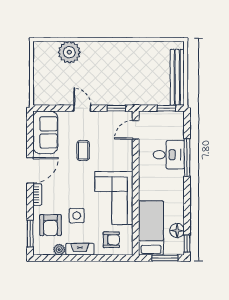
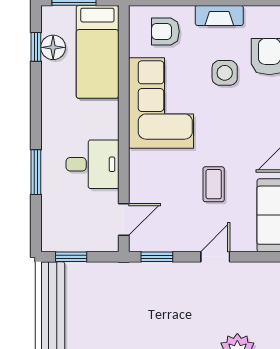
door: (82, 108) -> (215, 257), swing flipped
desk: (169, 155) -> (93, 164), moved, turned 180
window: (187, 158) -> (36, 172), width x0.69
window: (187, 244) -> (36, 47), moved
plant: (59, 250) -> (255, 15), removed

